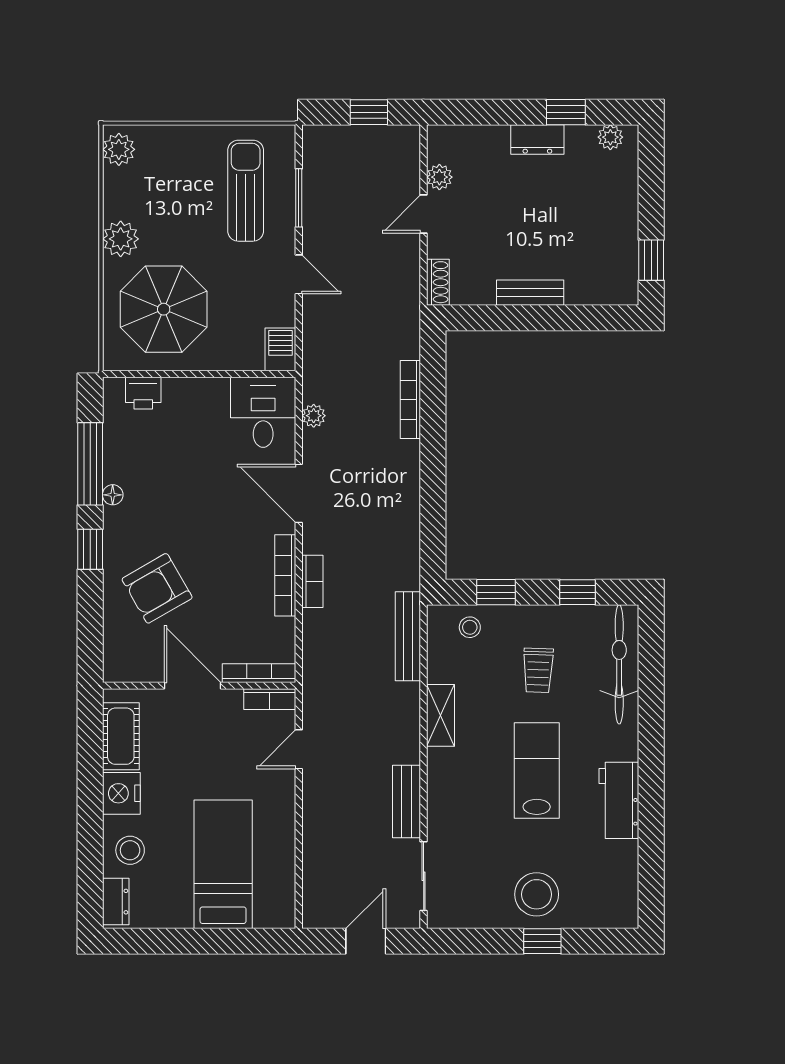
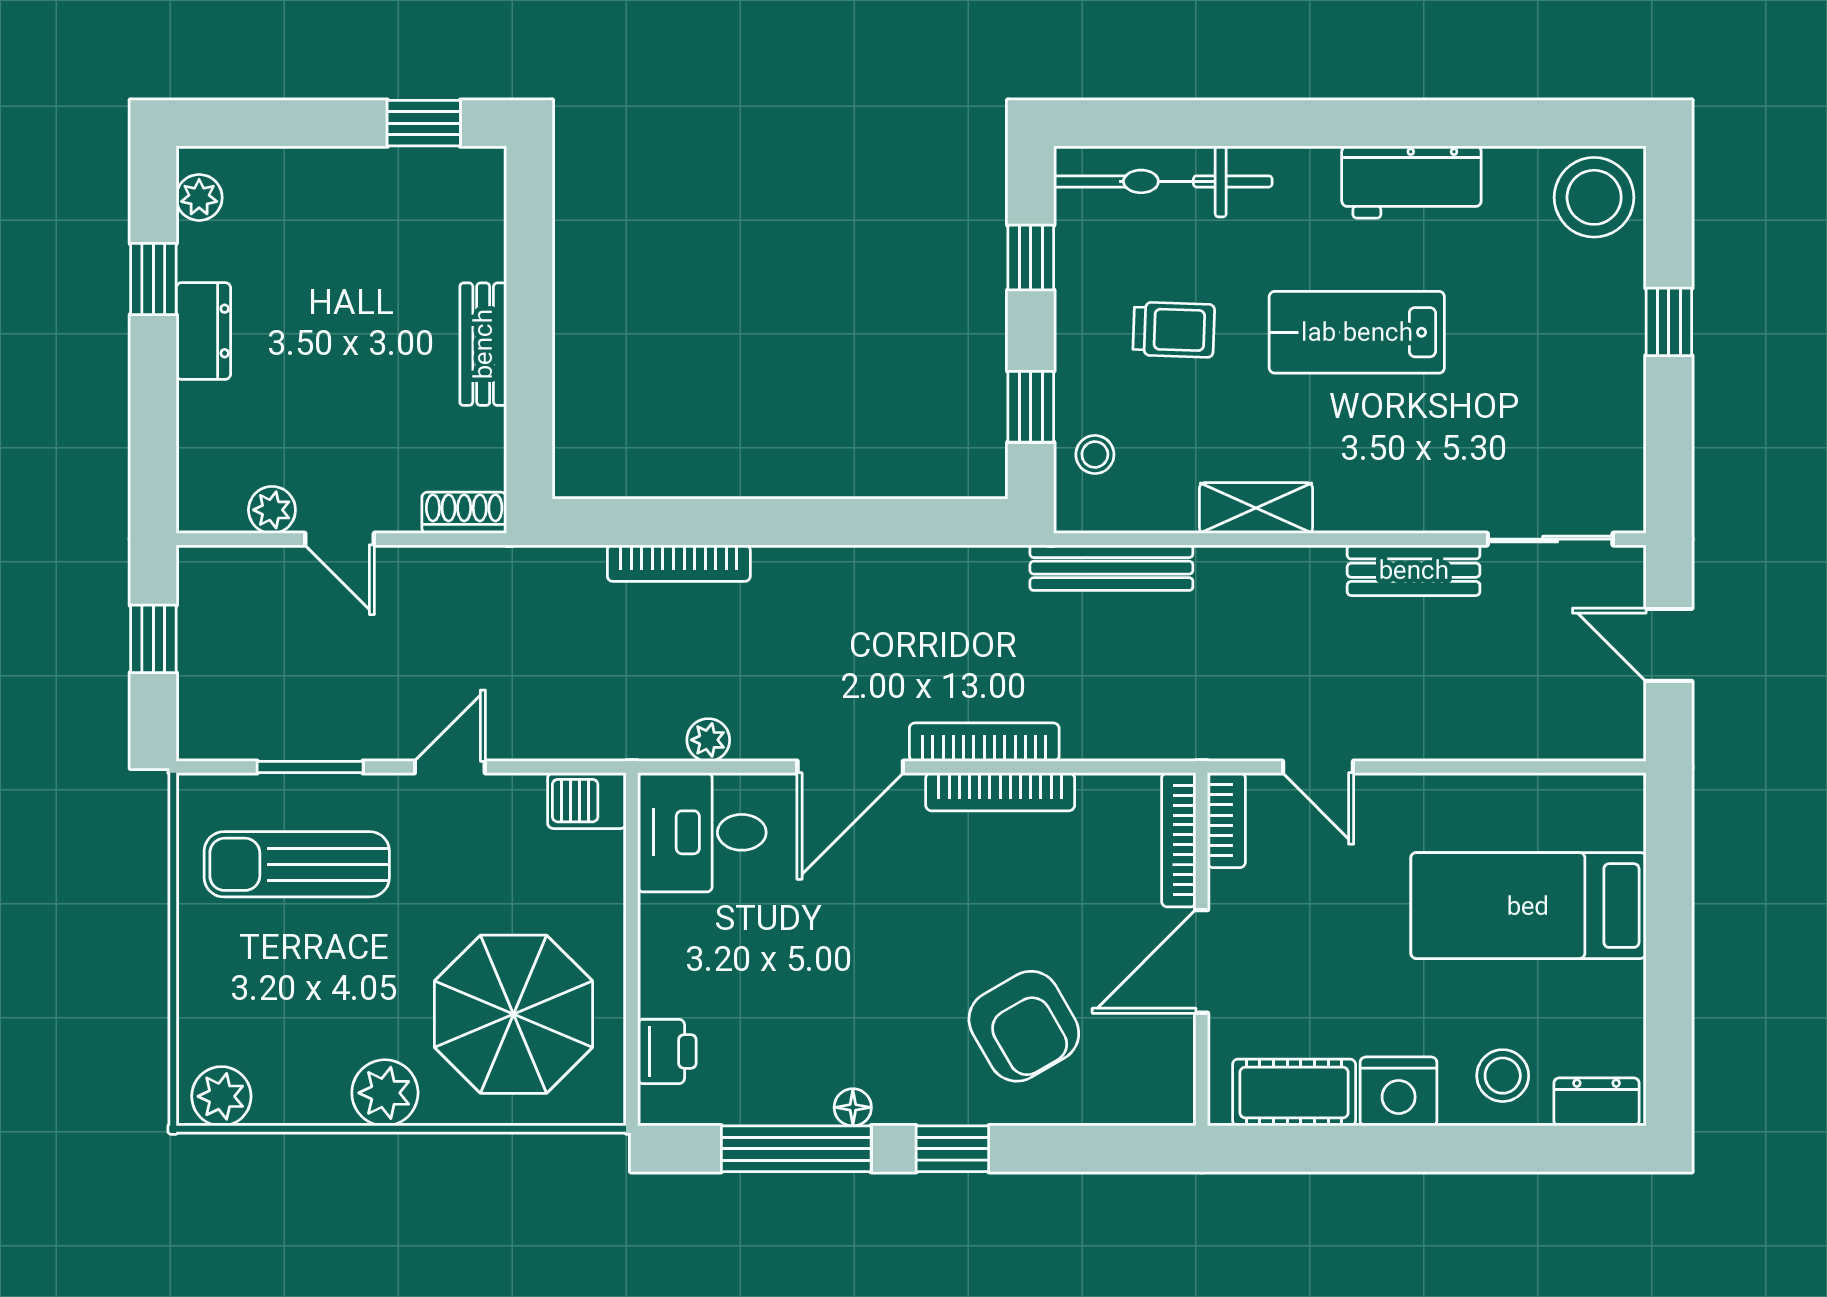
bookcase: (312, 581) -> (984, 742), width x1.56
stool: (537, 894) -> (1594, 197), moved

